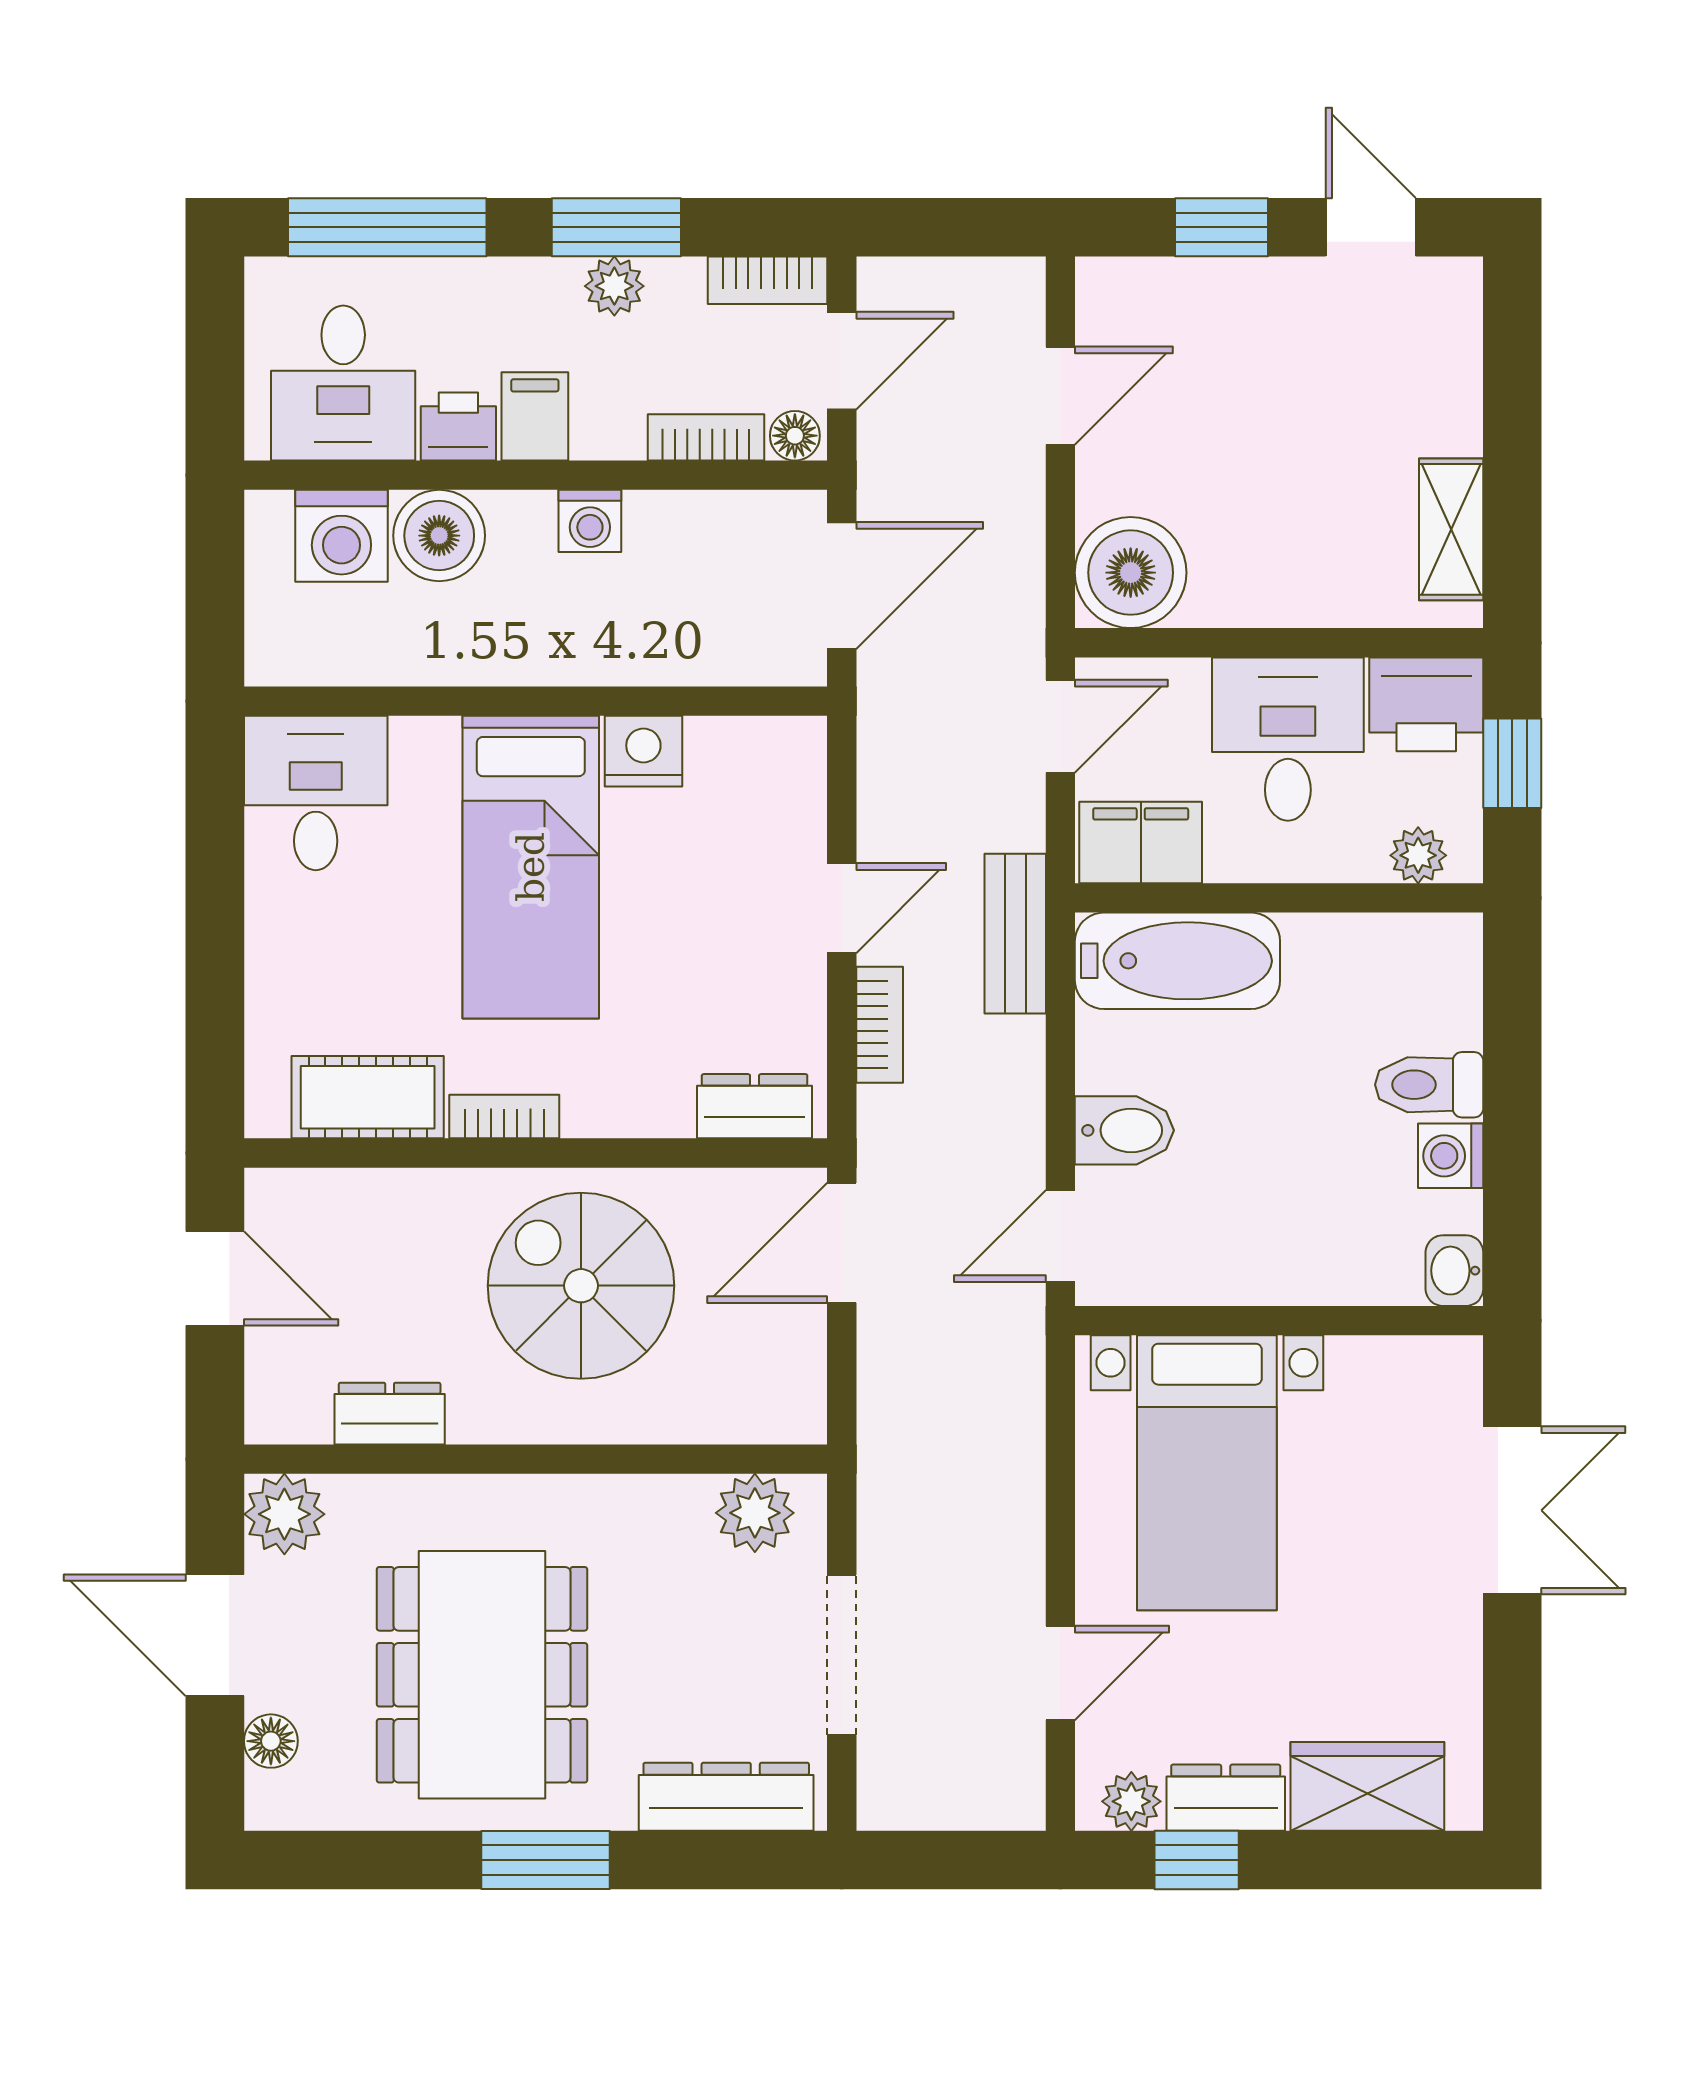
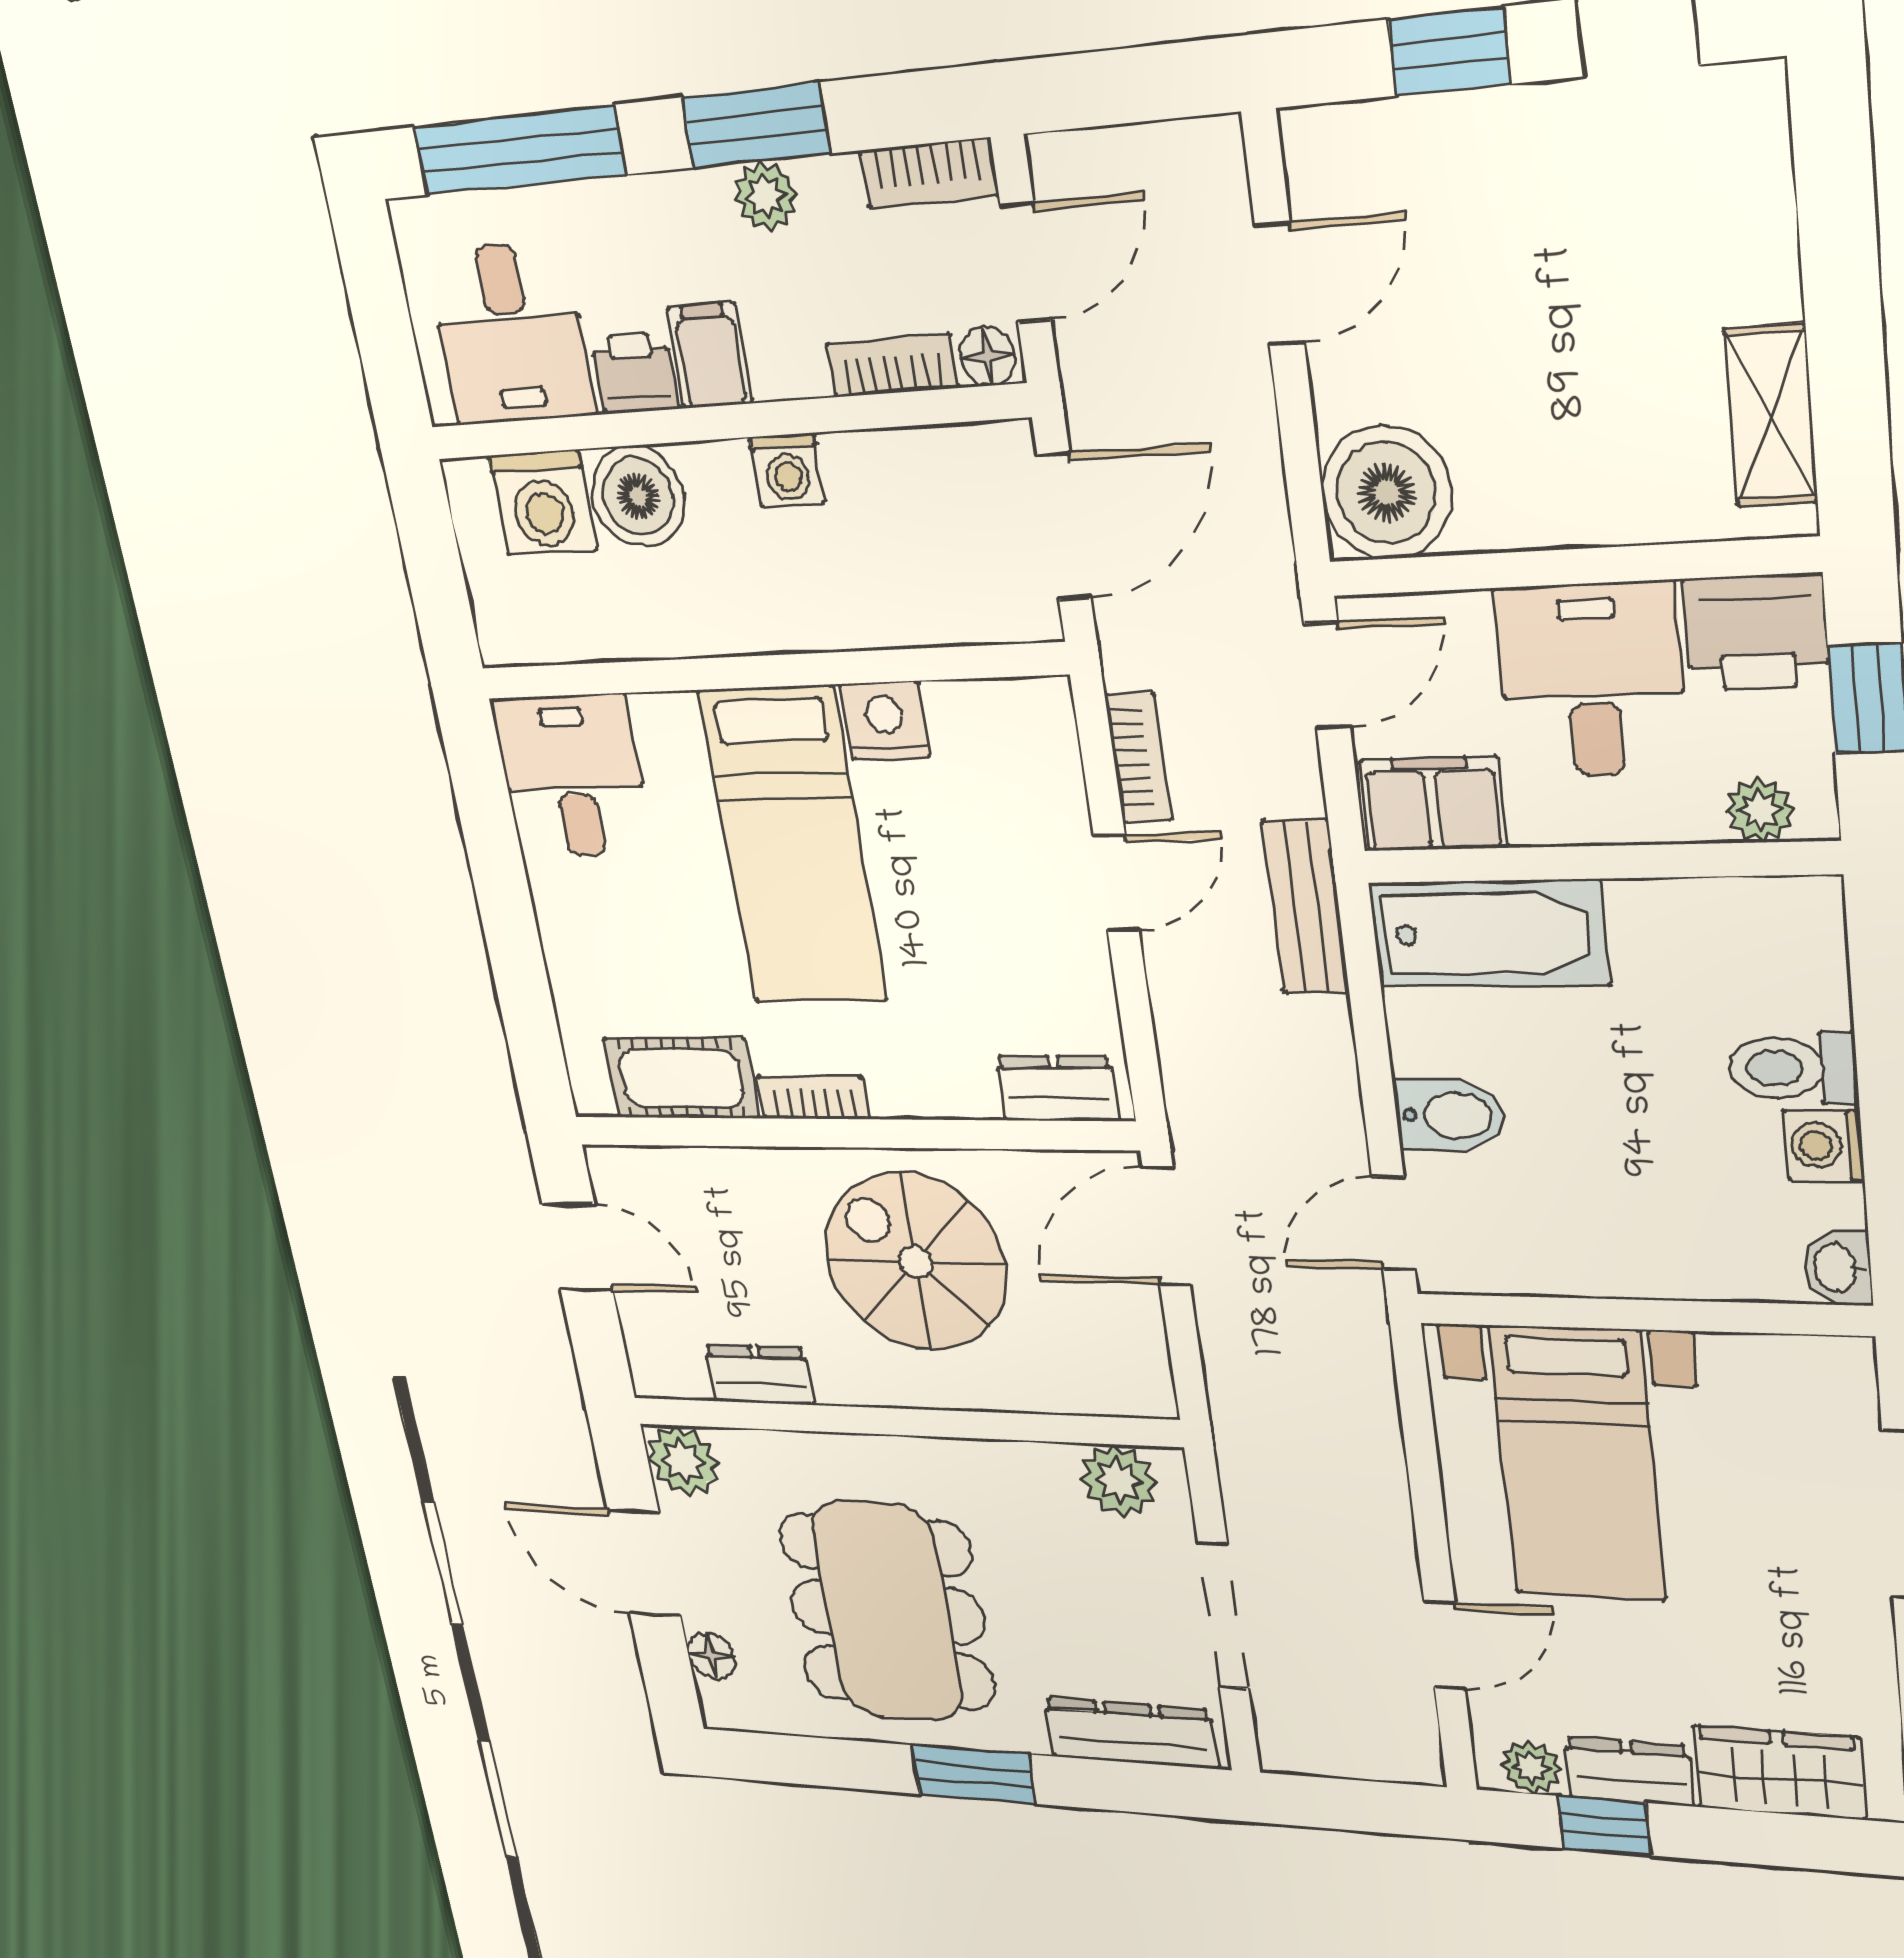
bookcase: (880, 1025) -> (1138, 758), moved

